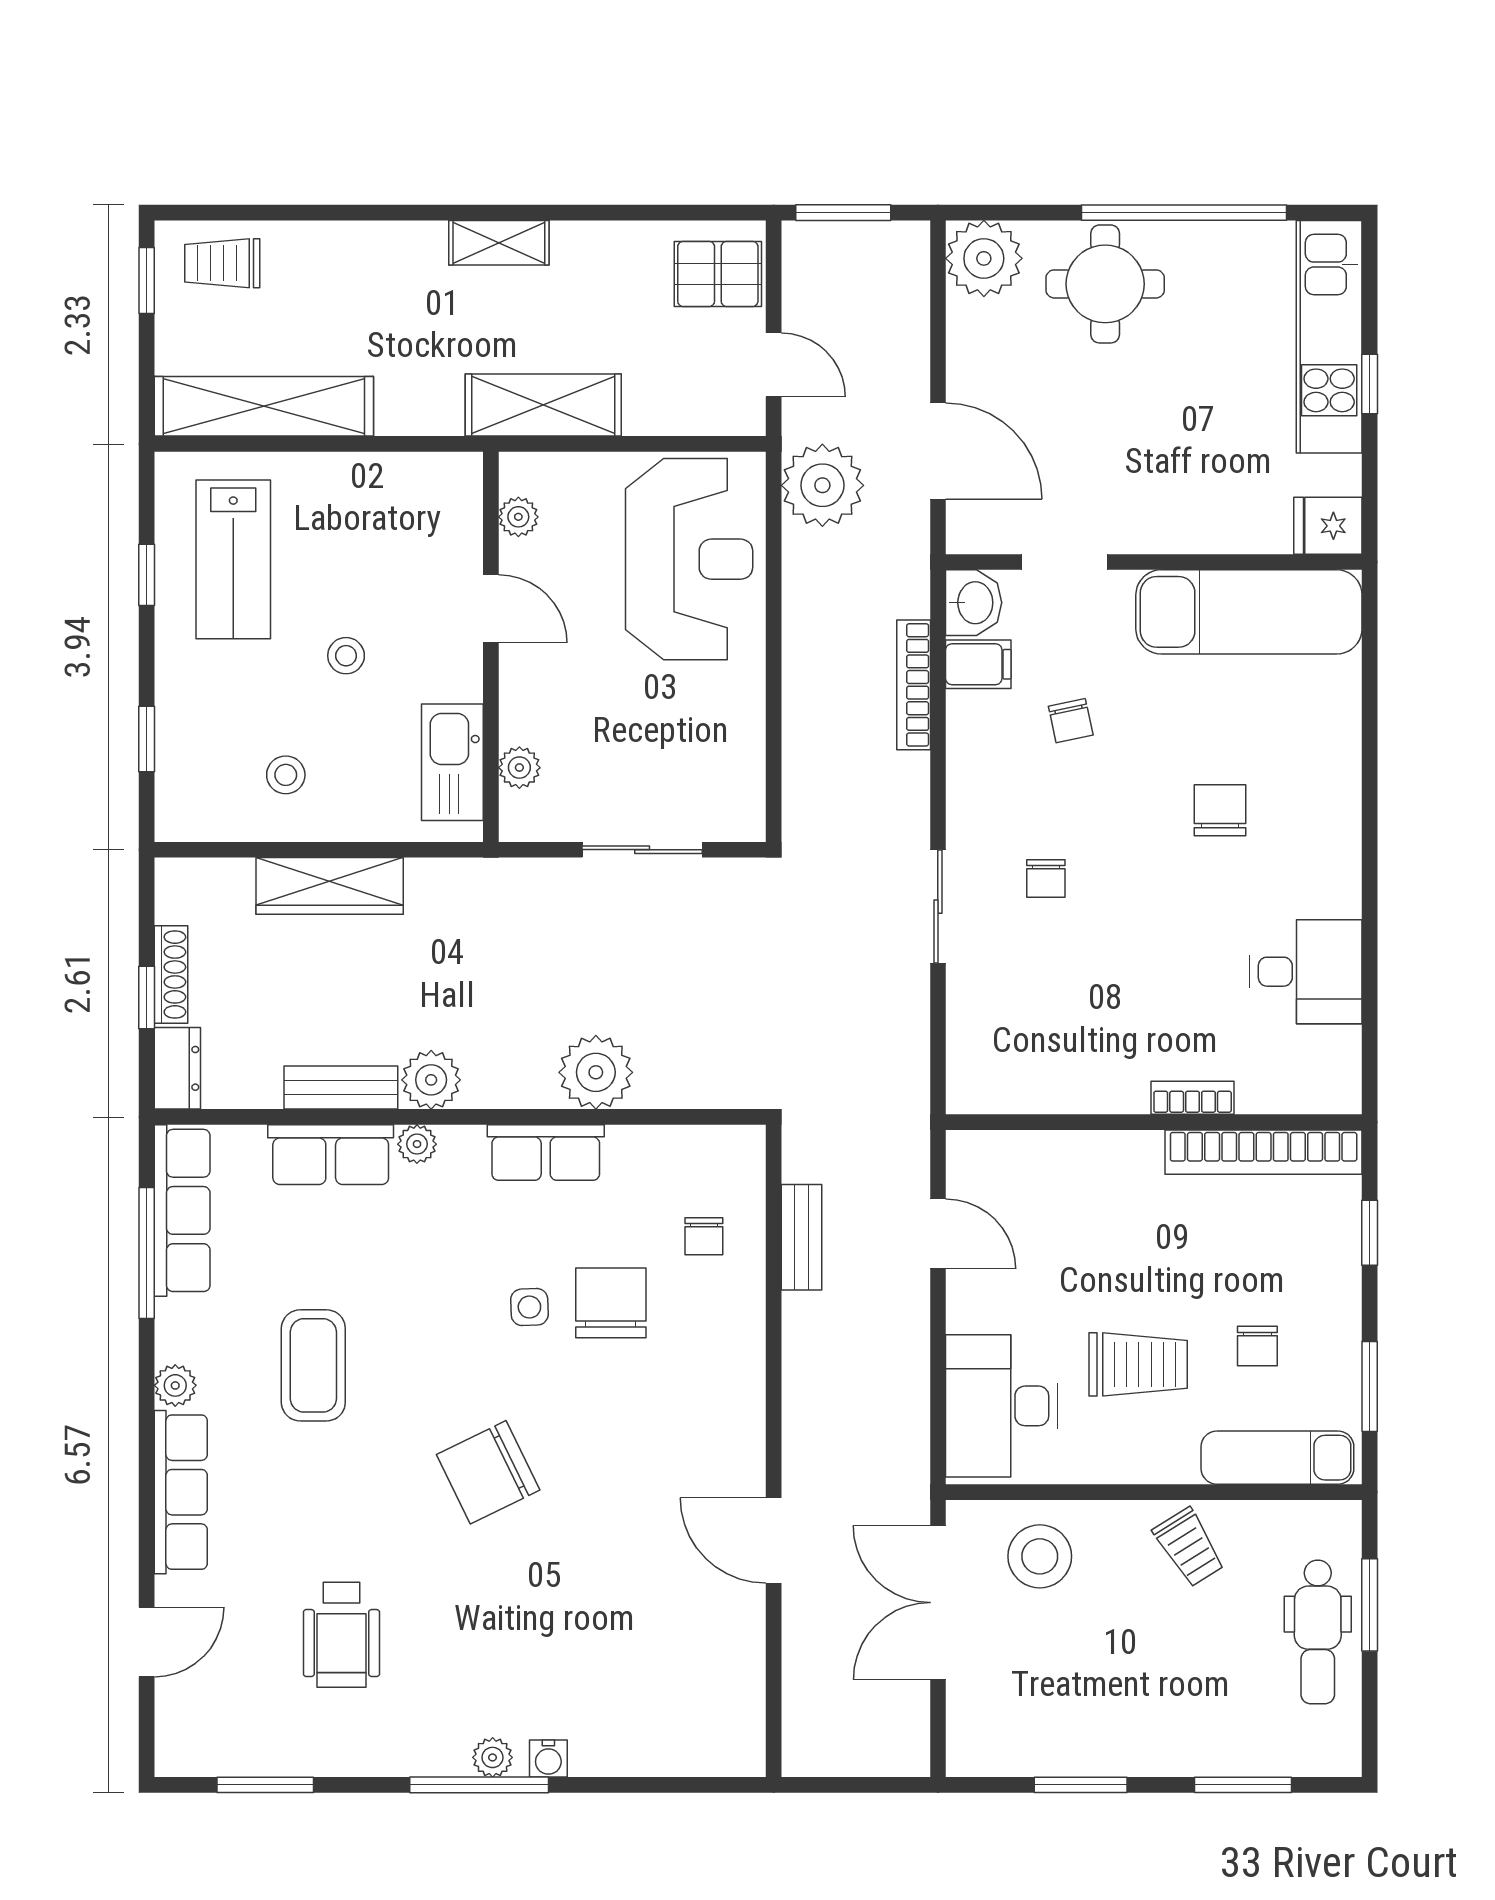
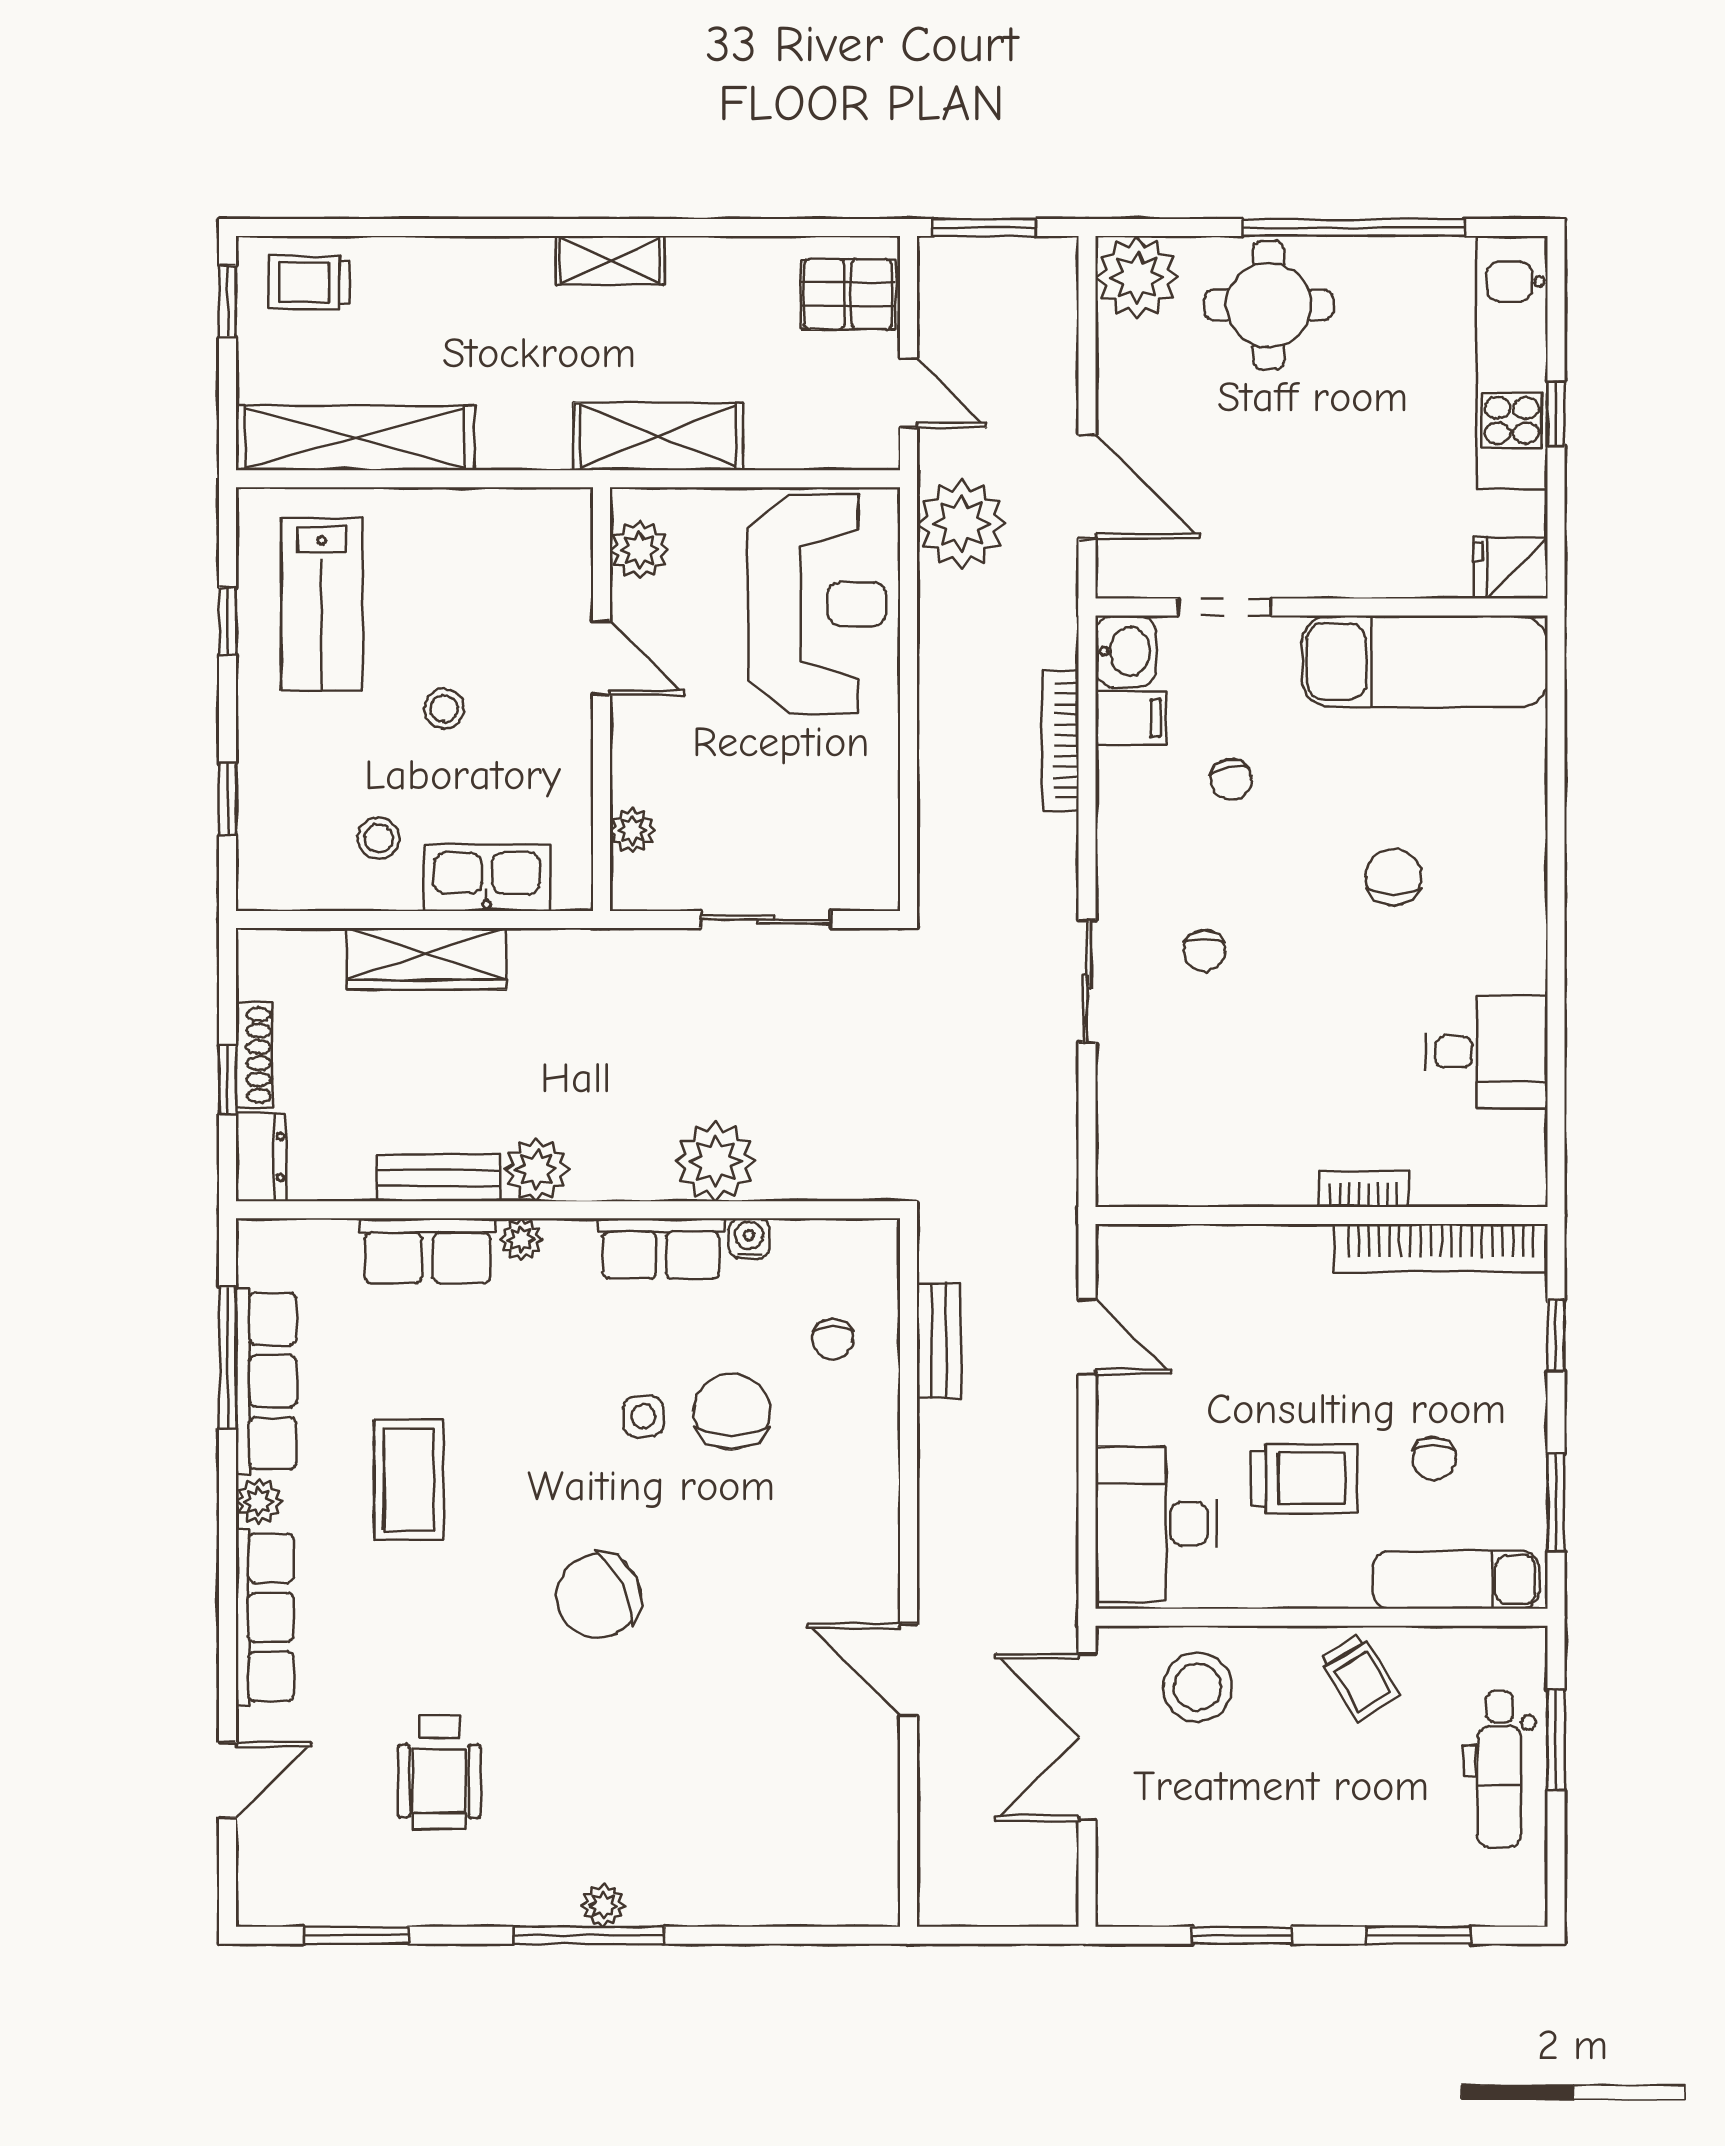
plant: (518, 517) -> (639, 550), width x1.38, depth x1.38
kitchen sink: (452, 762) -> (487, 878), moved, turned 90
row of seats: (182, 1210) -> (266, 1381), moved
water cooler: (548, 1759) -> (749, 1238), moved, turned 180

